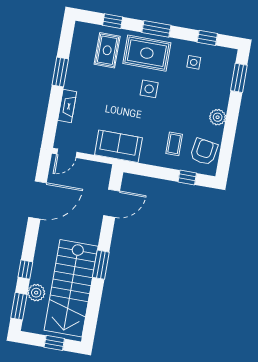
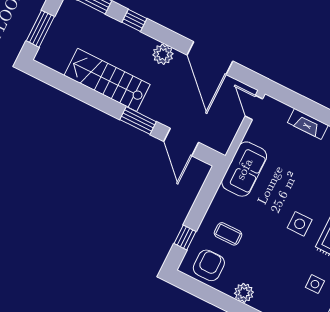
armchair: (204, 152) -> (209, 265), turned -99
window: (101, 265) -> (138, 121), moved
stairs: (71, 288) -> (107, 80), width x0.73, depth x0.66
plant: (36, 293) -> (163, 54), moved
window: (54, 343) -> (40, 29), width x1.50

